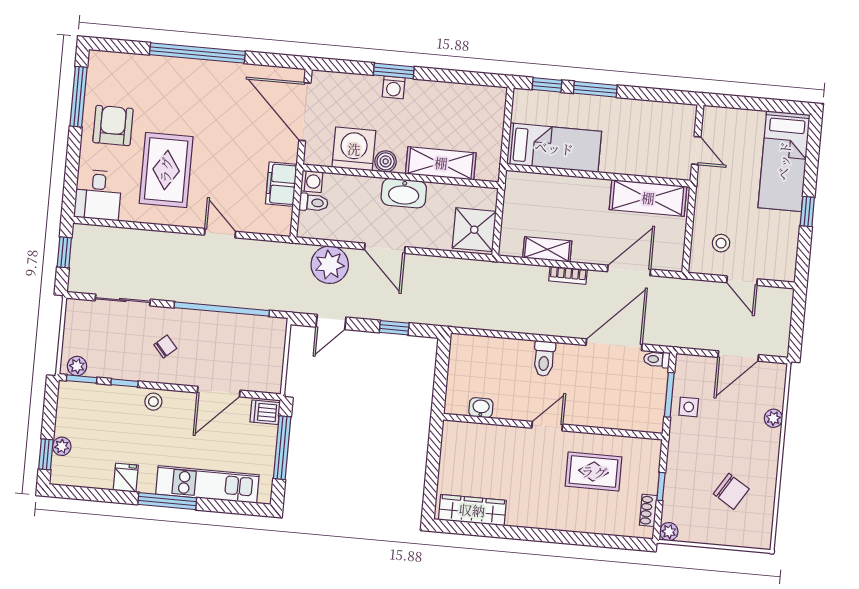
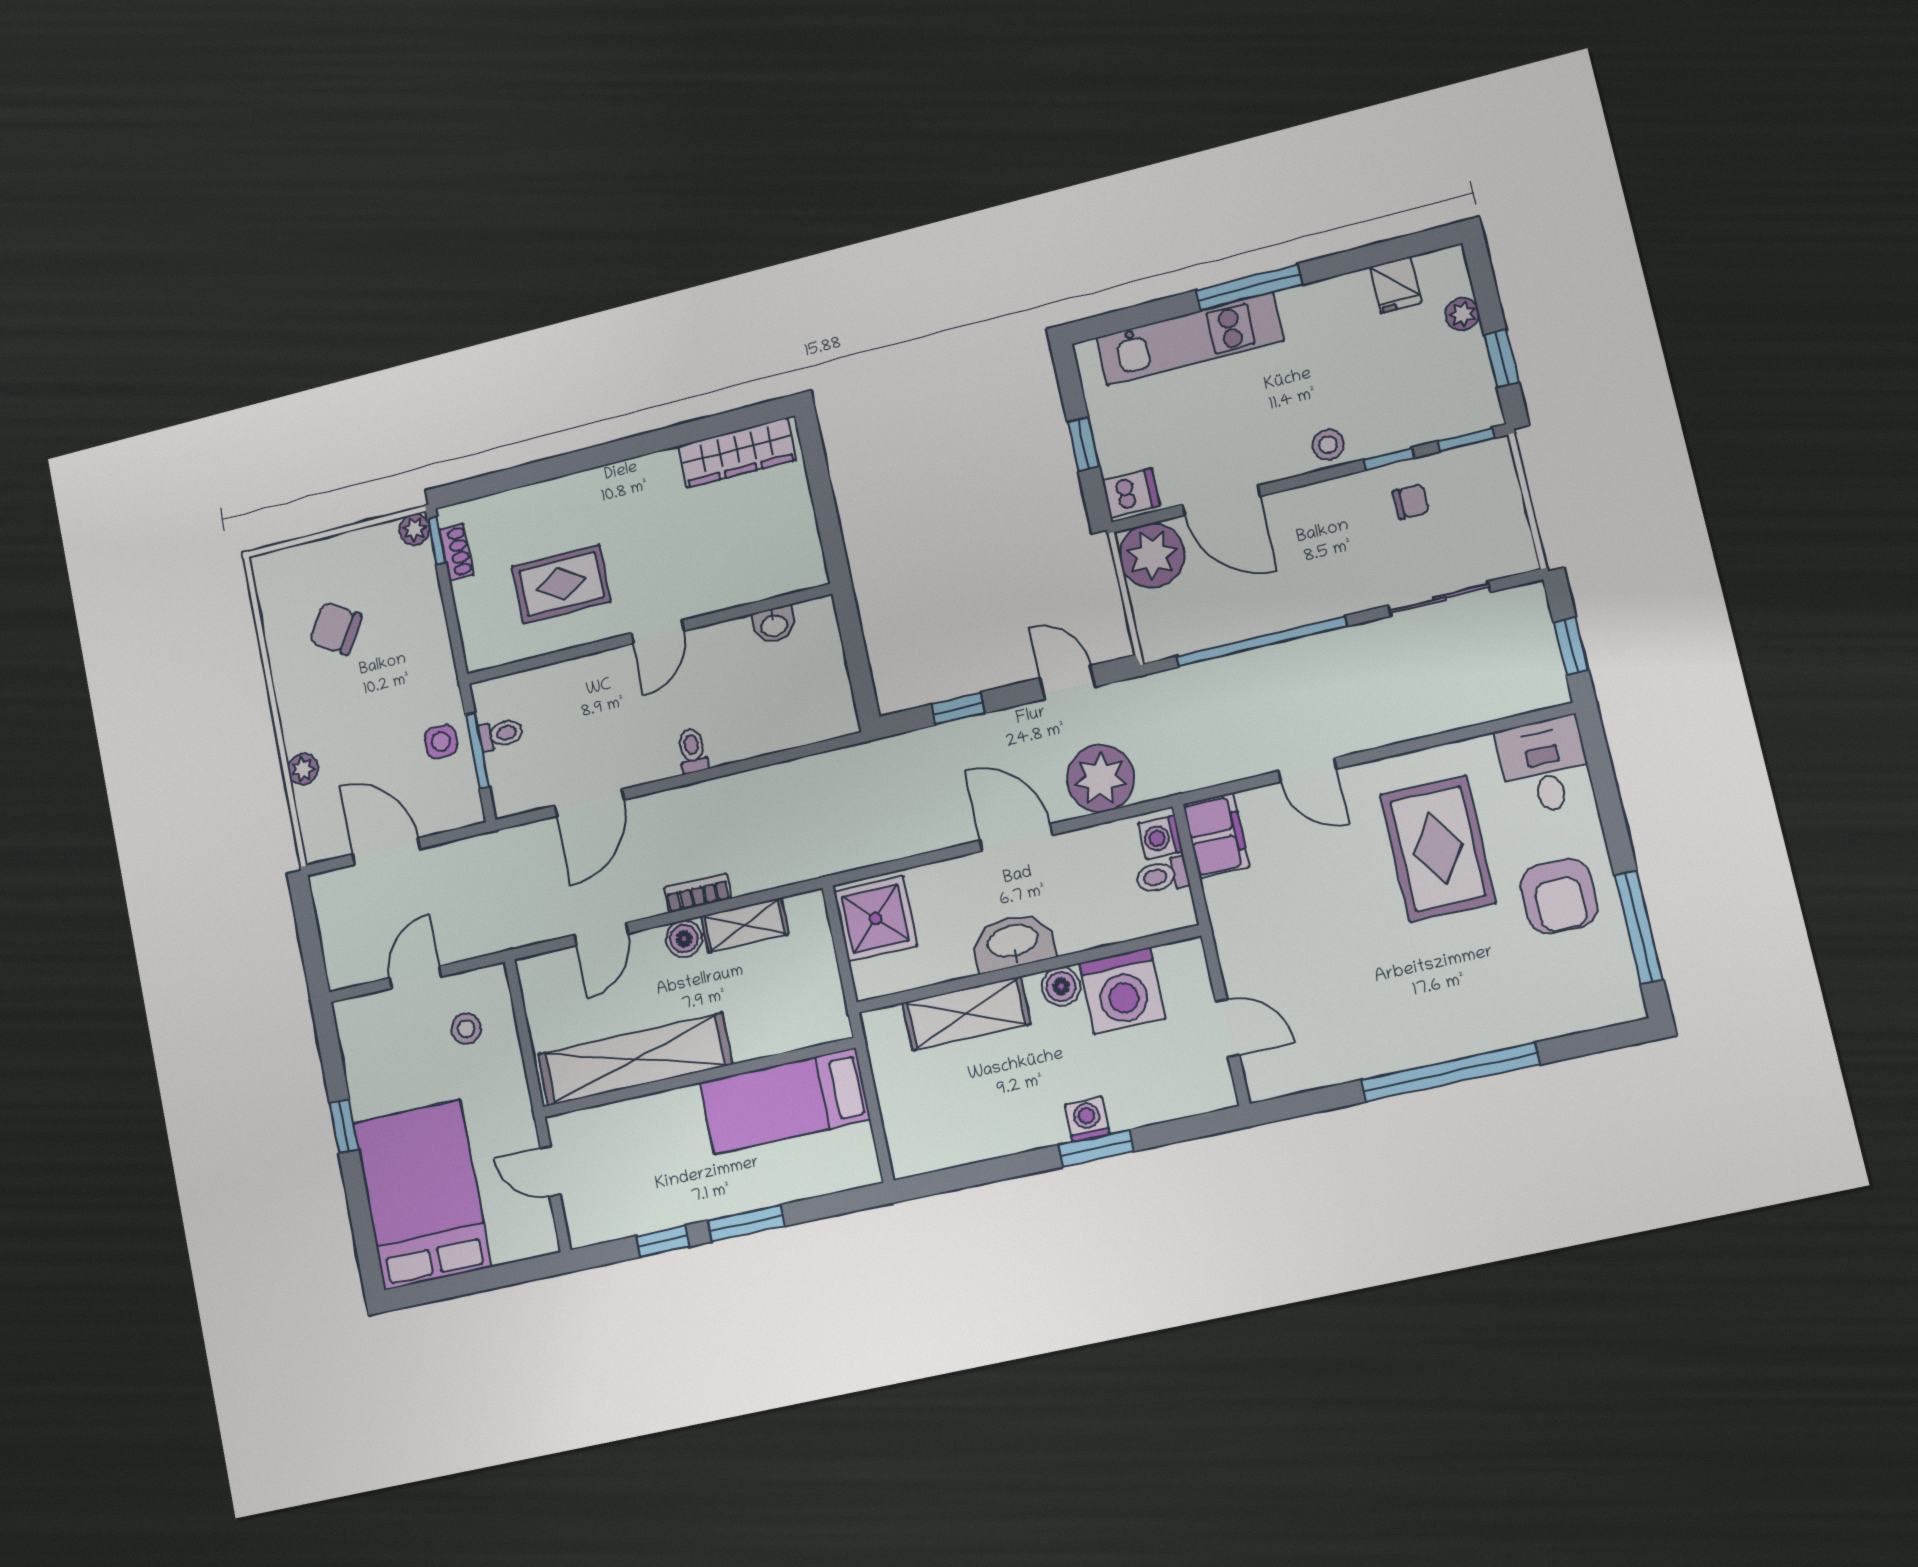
window: (547, 85) -> (663, 1241), moved
door: (305, 112) -> (1227, 1028), width x0.53
bed: (784, 161) -> (422, 1195), width x1.50
washing machine: (312, 181) -> (1161, 837), moved
filing cabinet: (281, 184) -> (1216, 836), moved
shelving: (648, 198) -> (635, 1059), width x1.47
boiler: (583, 253) -> (684, 939), added
door: (629, 270) -> (601, 934), width x0.73
door: (742, 281) -> (415, 977), hinge flipped
door: (331, 322) -> (1068, 682), hinge flipped
door: (614, 345) -> (589, 803), width x0.73
chair: (165, 347) -> (1411, 501), moved, turned -139
door: (738, 356) -> (386, 851), hinge flipped
toilet: (544, 359) -> (692, 751), width x0.73, depth x0.72
toilet: (657, 359) -> (501, 734), moved
plant: (77, 366) -> (1152, 555), moved, width x1.88, depth x1.88
door: (219, 392) -> (1221, 500), swing flipped
window: (282, 448) -> (1083, 444), width x0.46
window: (46, 454) -> (1502, 358), moved
fridge: (126, 478) -> (1395, 285), moved
window: (661, 487) -> (437, 541), moved

